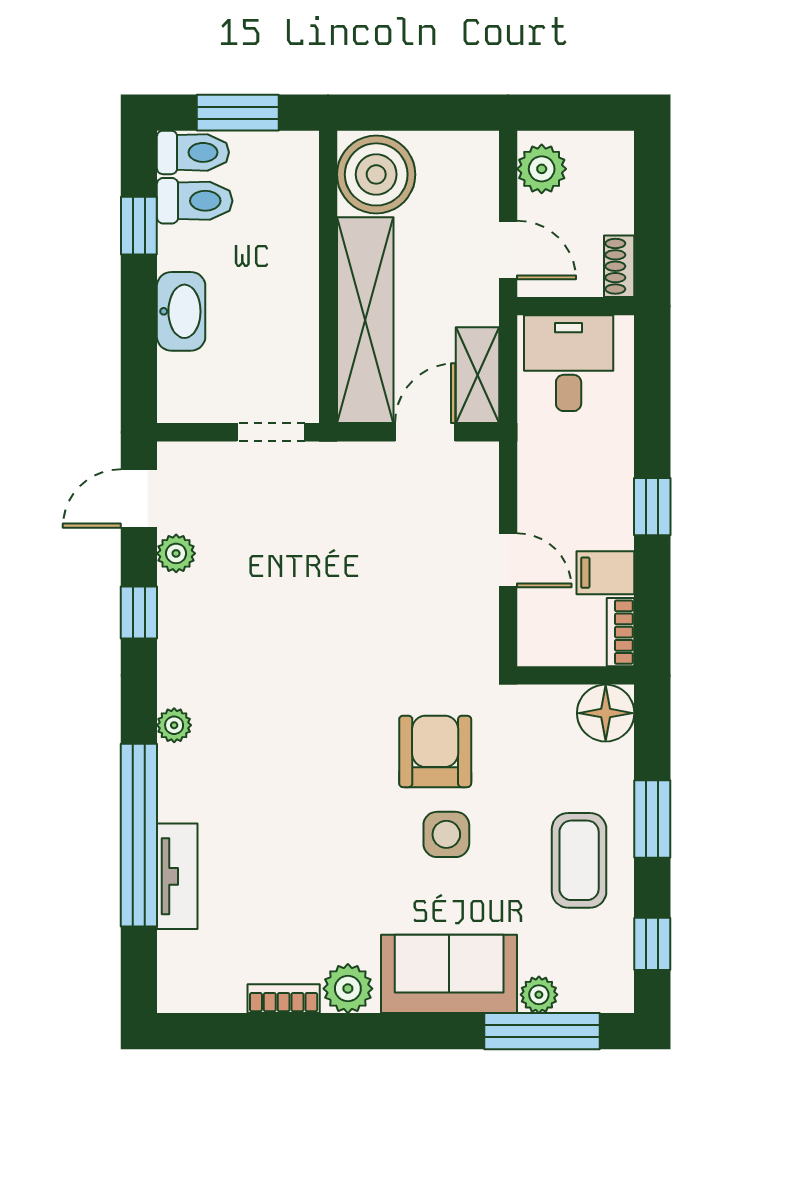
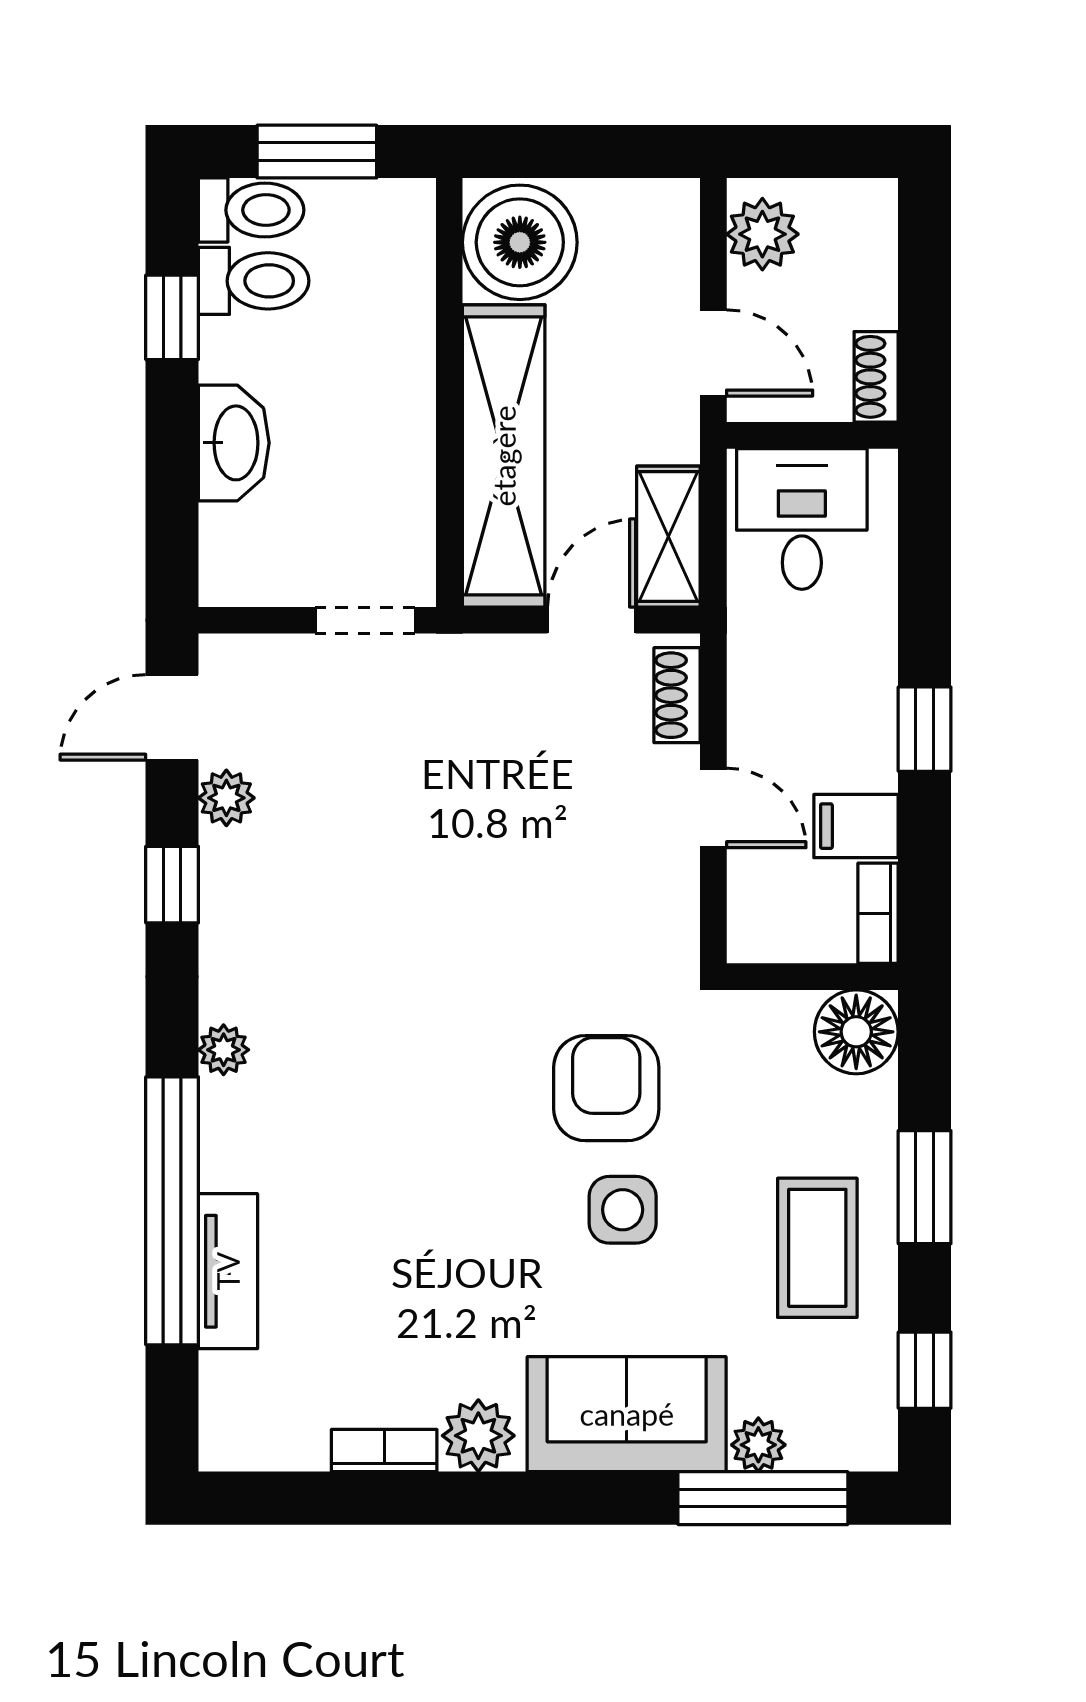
shoe rack: (483, 483) -> (677, 695), added

